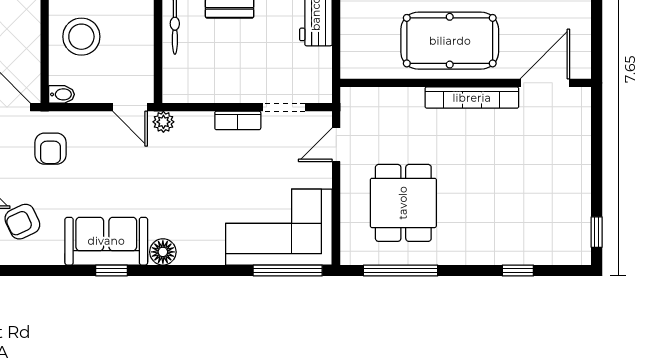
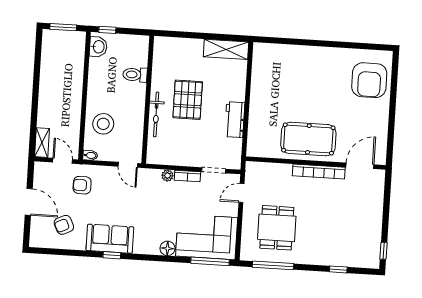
plant: (163, 122) -> (167, 176), moved
armchair: (51, 149) -> (82, 185), turned 90
floor lamp: (163, 252) -> (167, 248), moved

